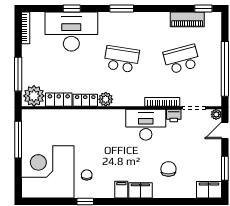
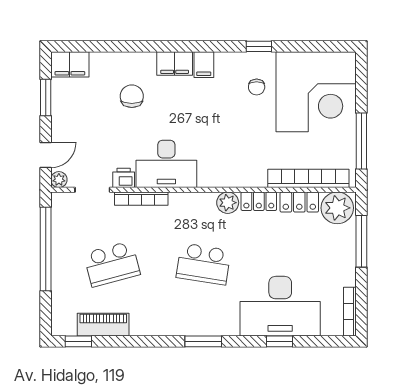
bookcase: (53, 115) -> (308, 178), added
chair: (168, 169) -> (132, 96), turned 180

